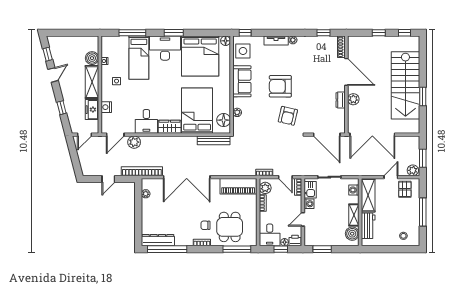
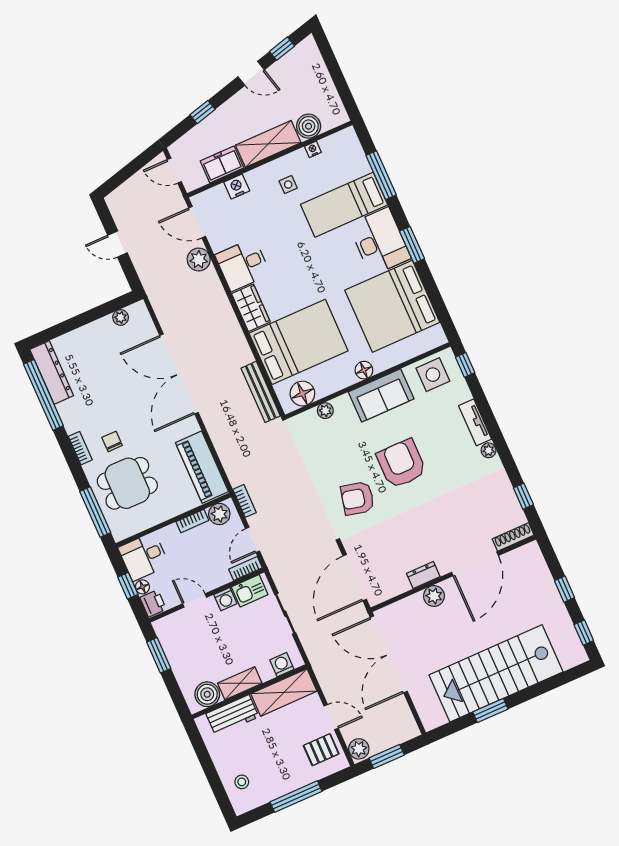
floor lamp: (226, 41) -> (364, 370), moved
bookcase: (142, 171) -> (156, 294), removed

